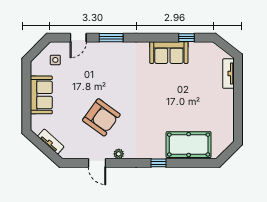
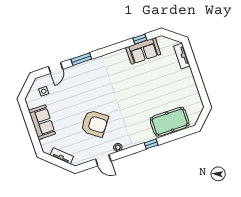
sofa: (169, 53) -> (143, 51), moved

